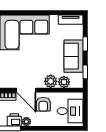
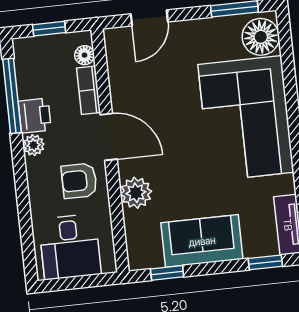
window: (85, 44) -> (265, 262), moved
plant: (64, 82) -> (138, 225), removed
door: (26, 90) -> (109, 137), swing flipped

